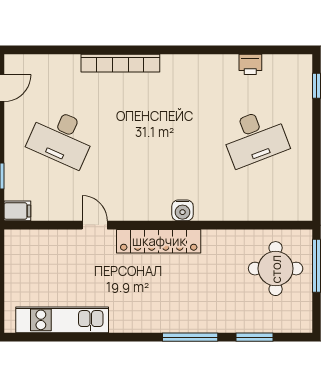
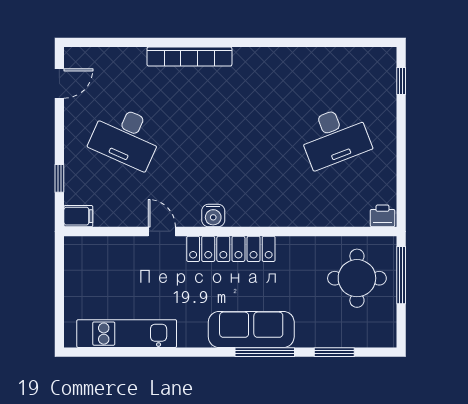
printer: (250, 64) -> (382, 216), moved, turned 180
water cooler: (183, 210) -> (213, 216), moved
sofa: (178, 316) -> (251, 329), added

